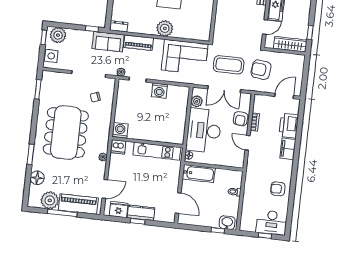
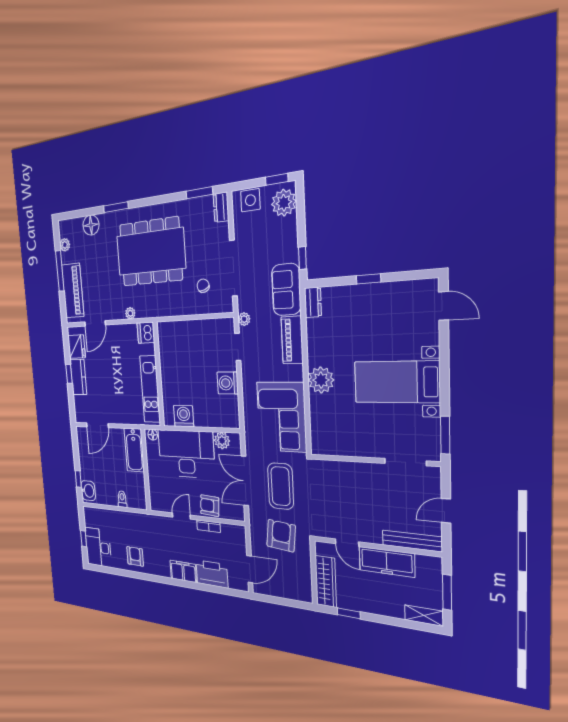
dresser: (50, 76) -> (221, 207), added
door: (284, 96) -> (250, 569), hinge flipped
washing machine: (120, 130) -> (184, 416), moved, turned -90
door: (105, 189) -> (95, 323), hinge flipped
plant: (50, 200) -> (65, 245), width x0.53, depth x0.53

